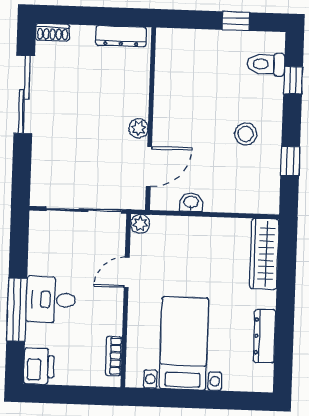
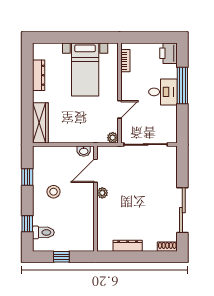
wall: (151, 119) -> (95, 199), moved
plant: (138, 128) -> (102, 193), moved
door: (149, 167) -> (95, 171), moved

